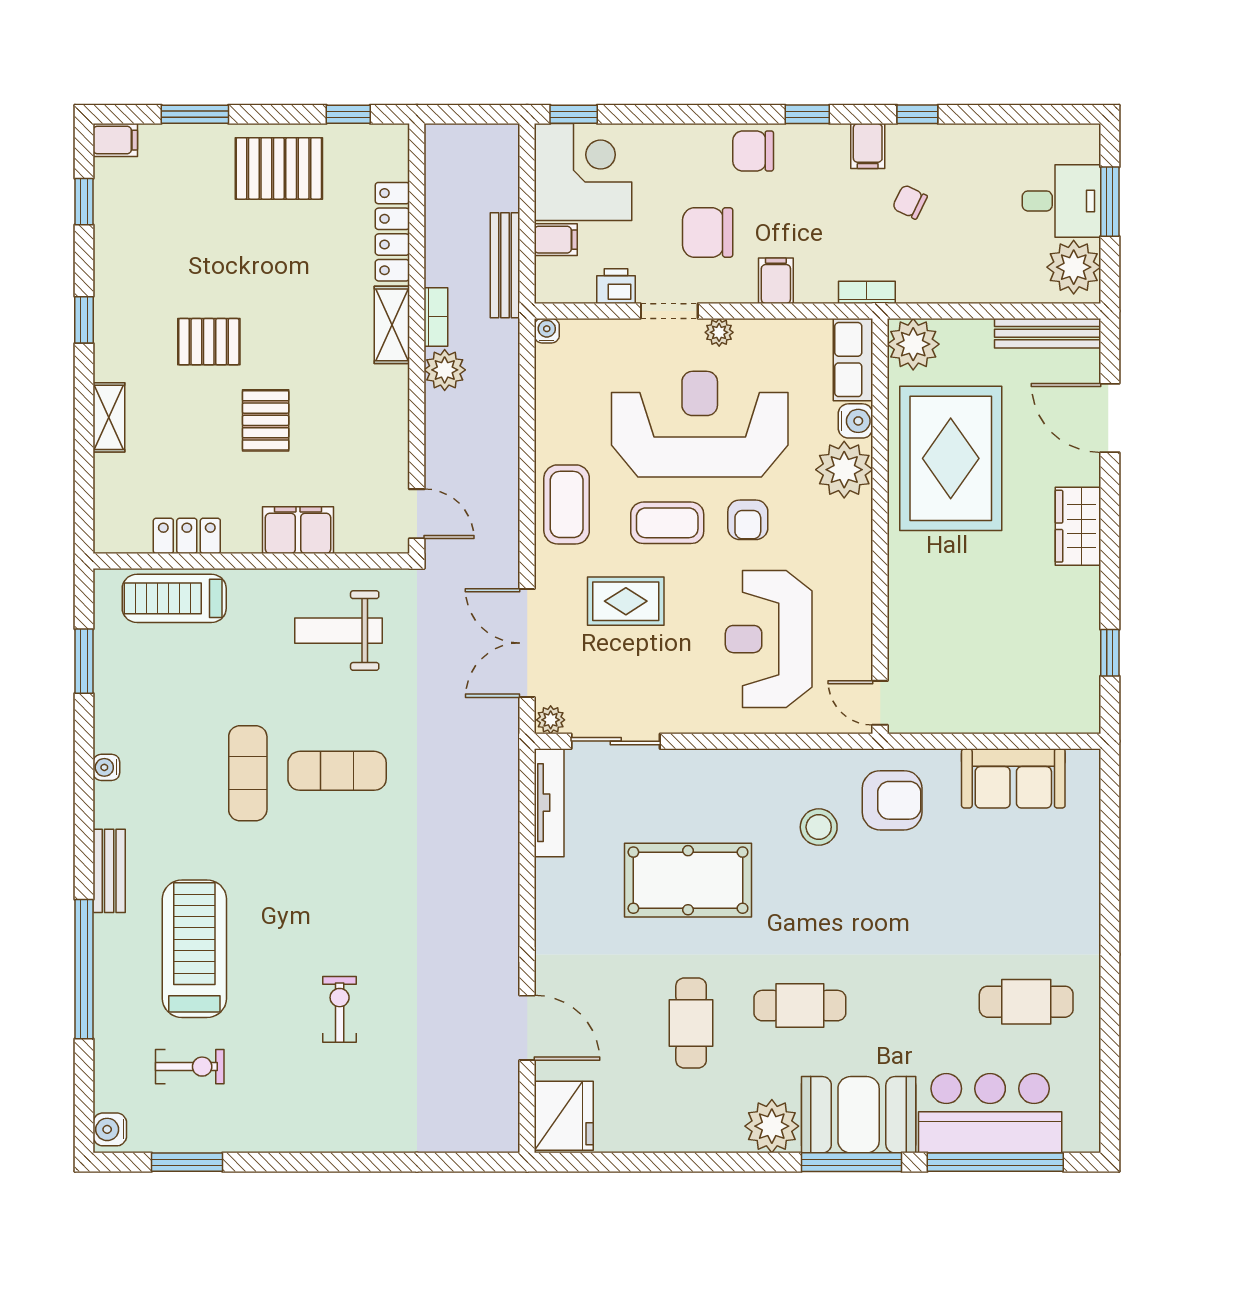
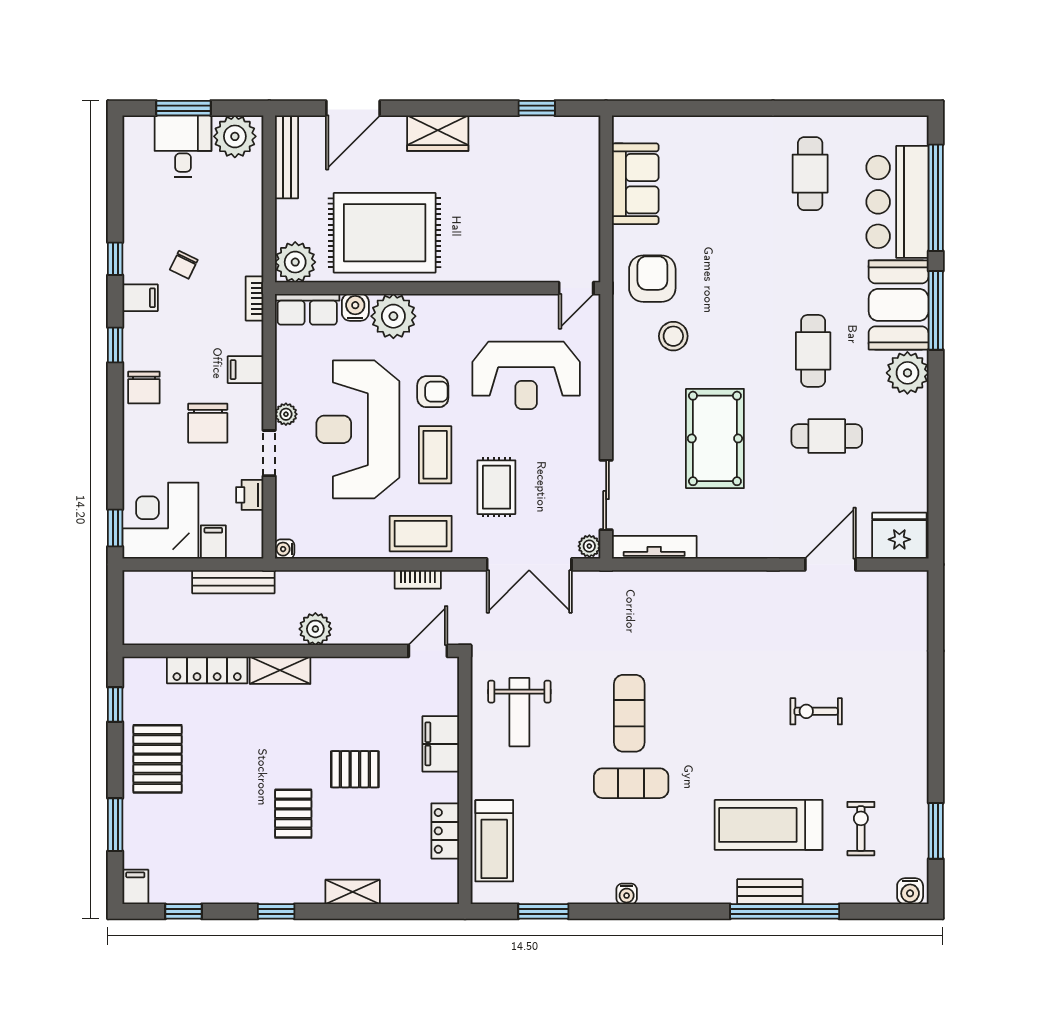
bookcase: (436, 317) -> (418, 579), moved, turned 180
bench: (109, 871) -> (770, 892), moved

